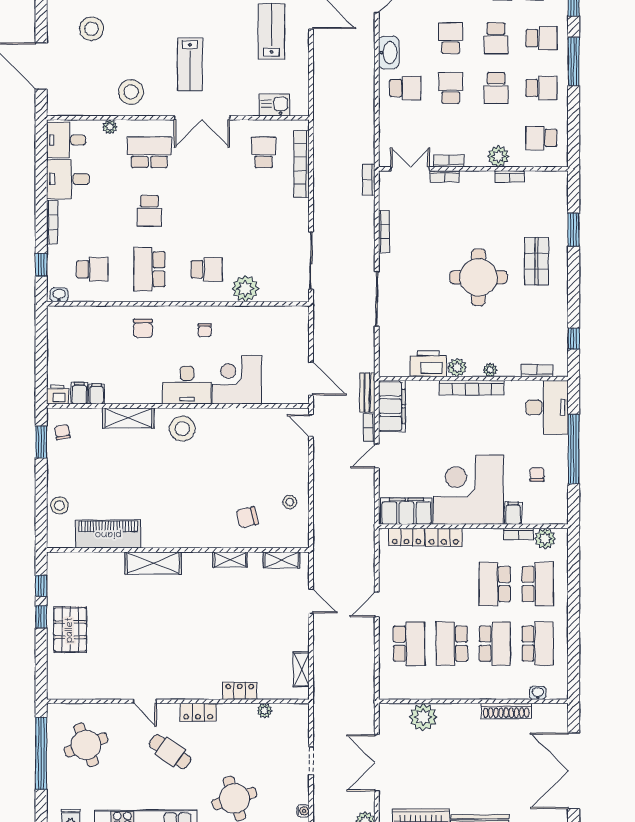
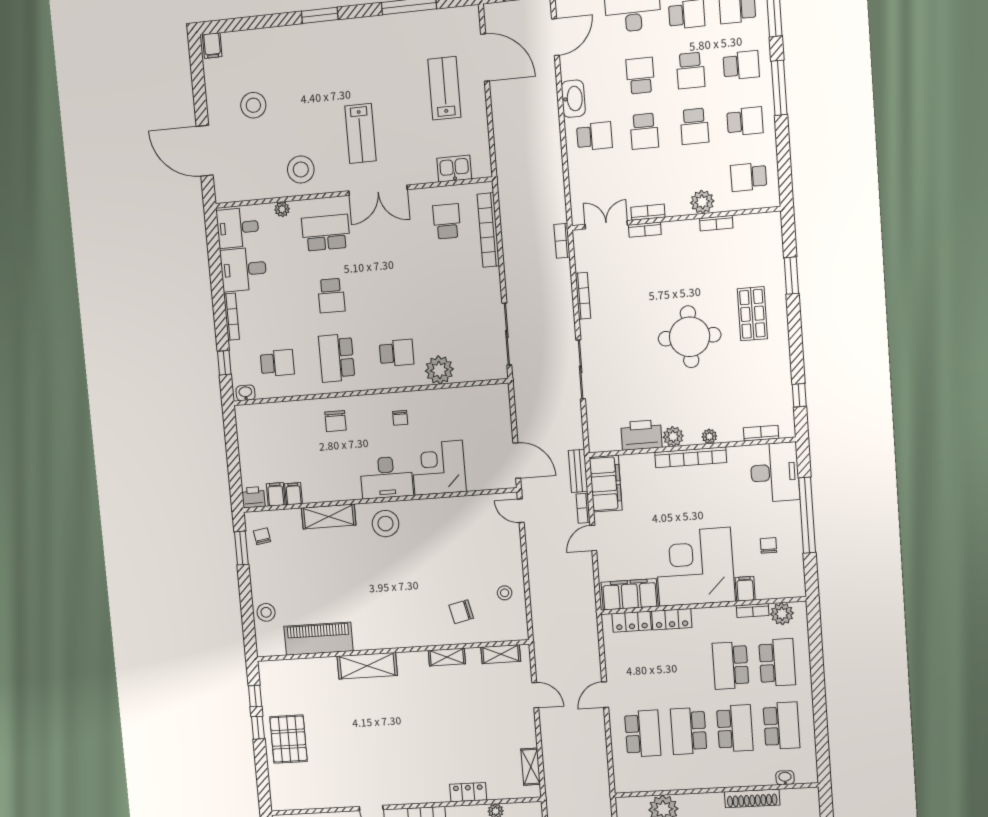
school desk: (451, 88) -> (644, 131), turned 180

